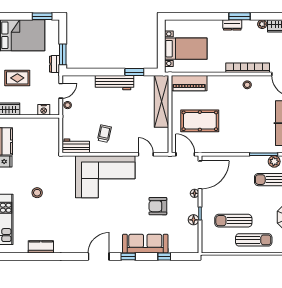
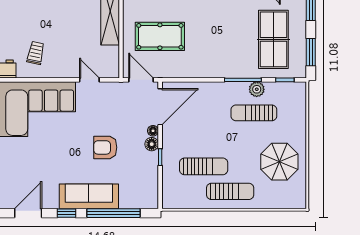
floor lamp: (194, 220) -> (152, 144), moved
sun lounger: (233, 221) -> (204, 166), turned 180
window: (164, 257) -> (114, 213), width x3.17

